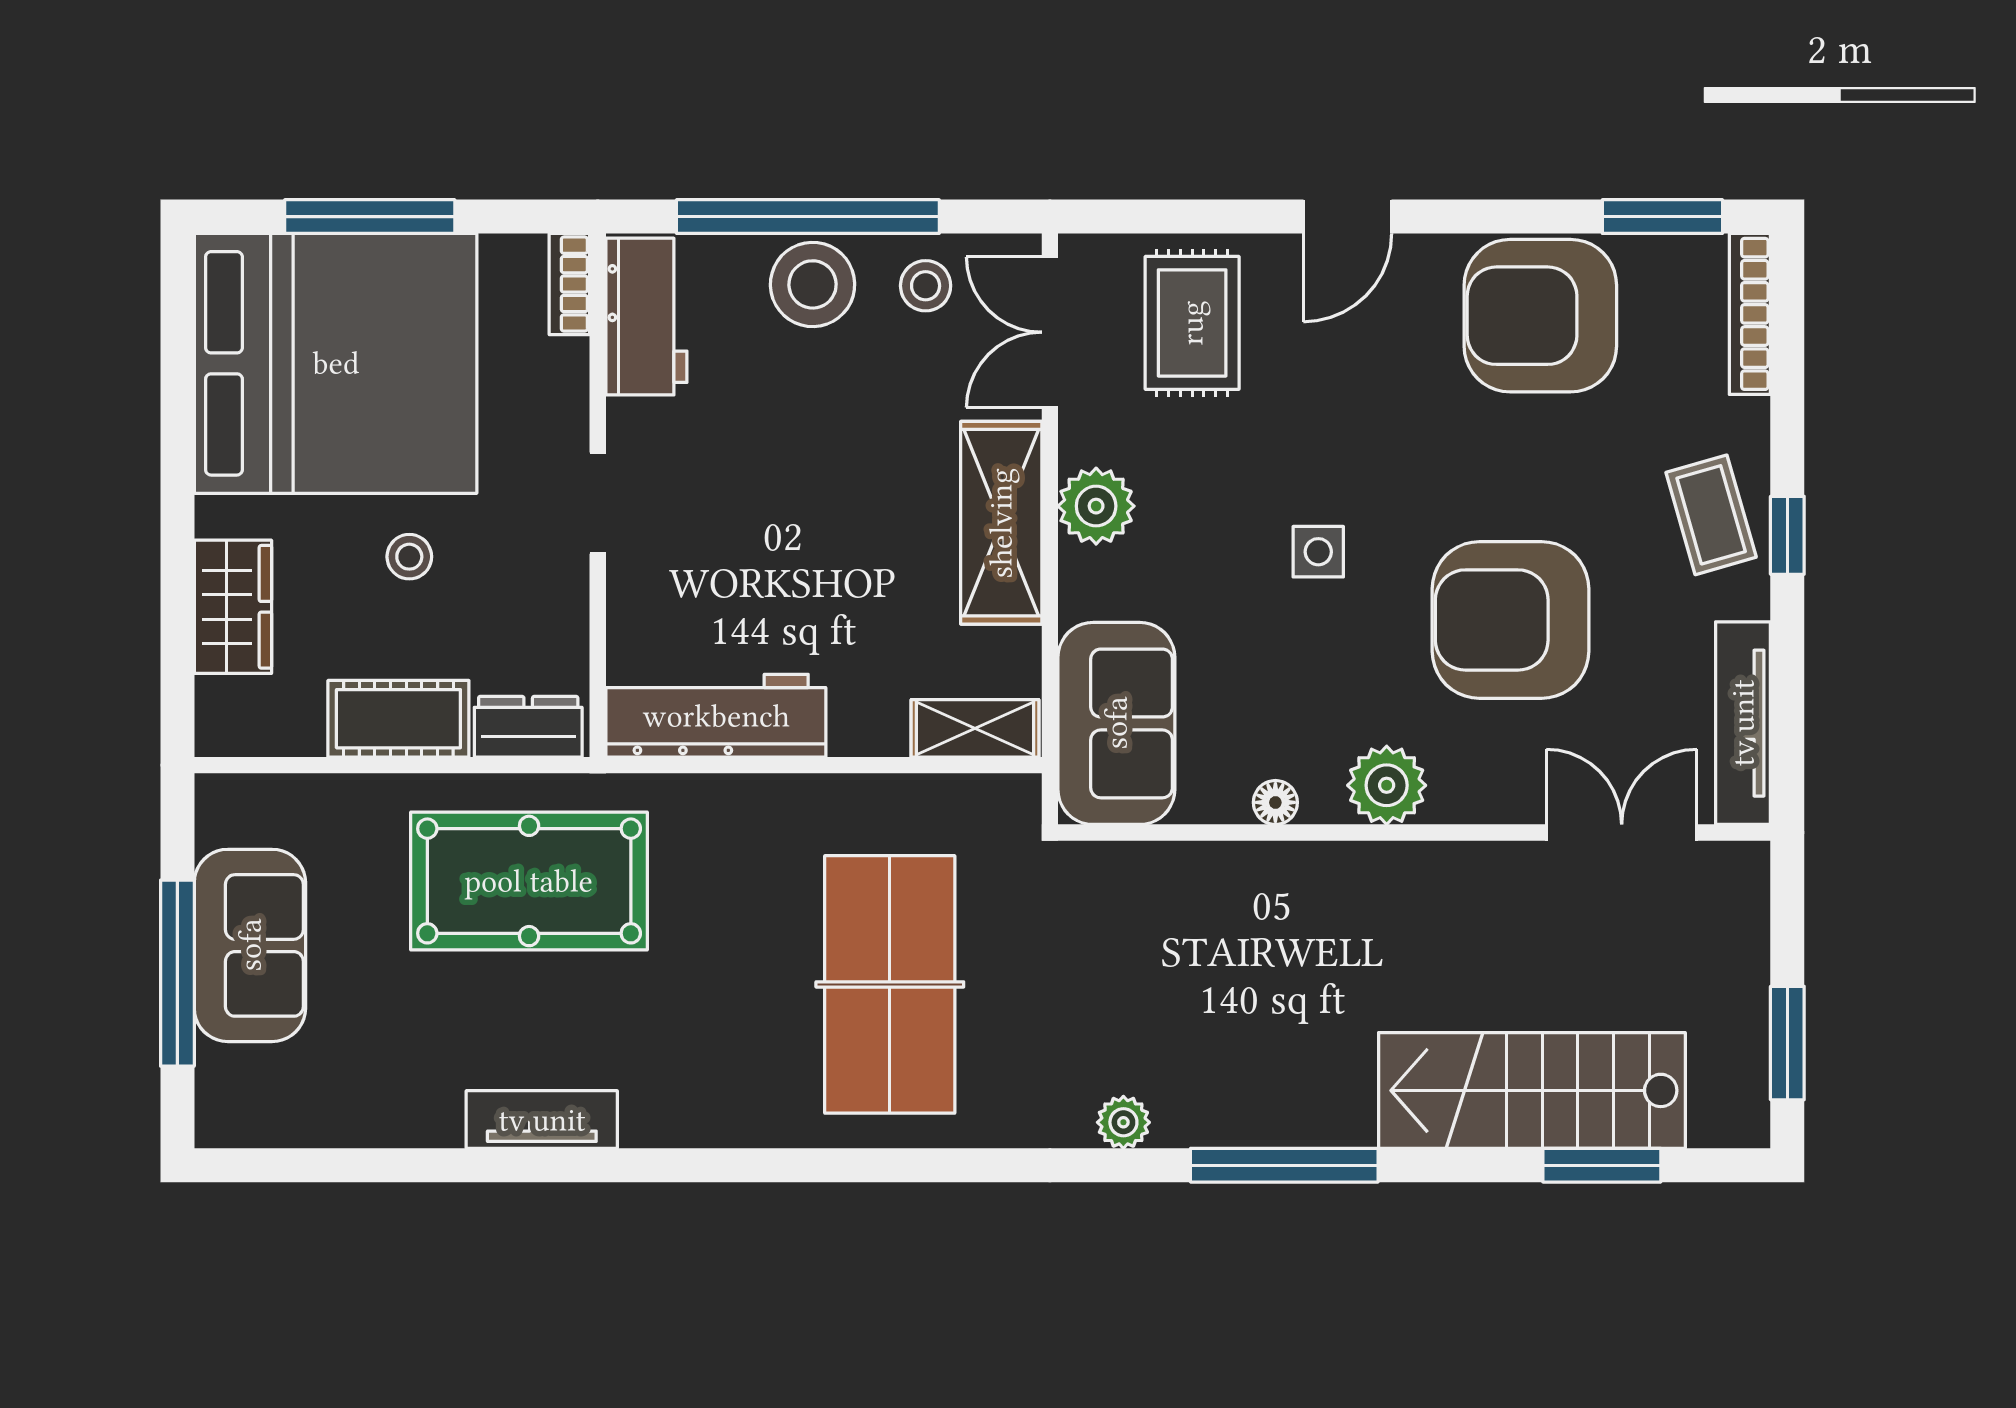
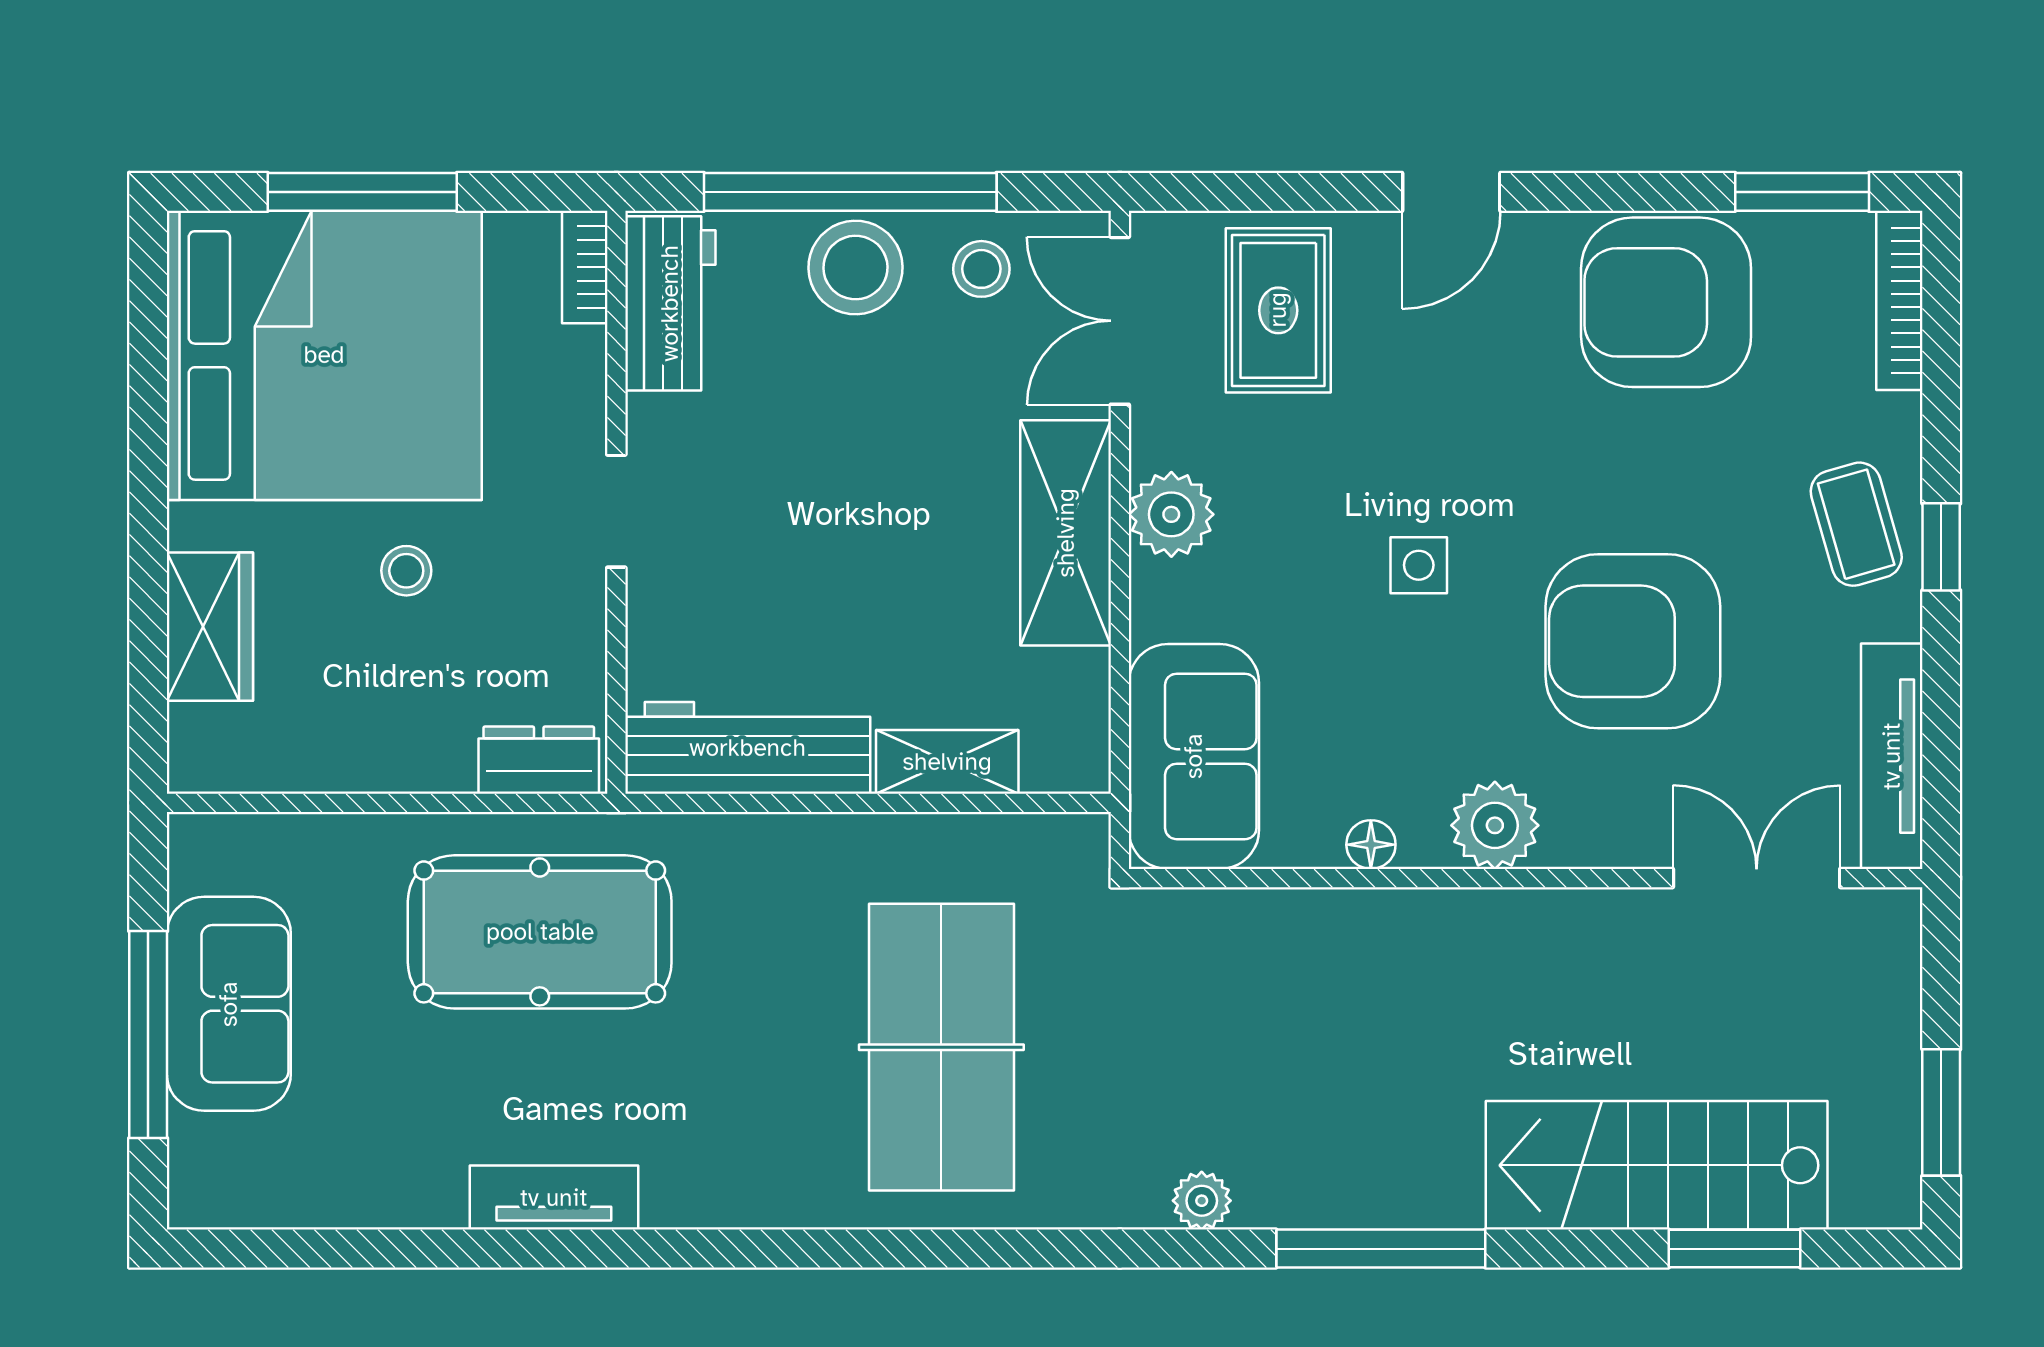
cot: (398, 719) -> (394, 751), removed
shelving: (975, 728) -> (947, 762), moved

